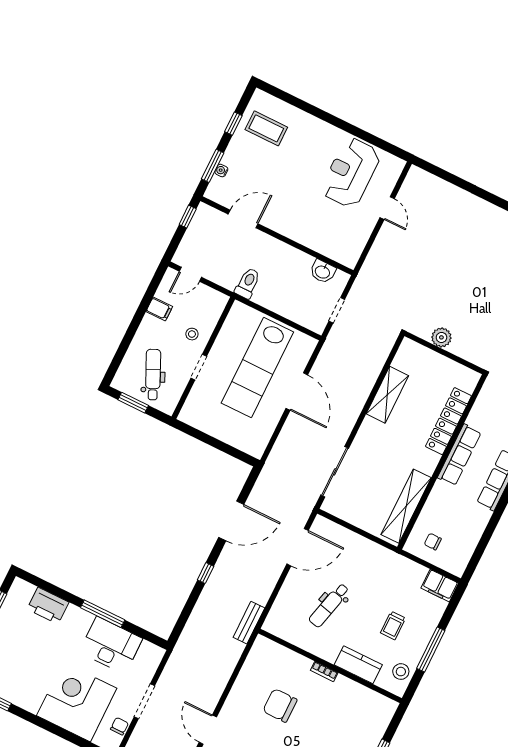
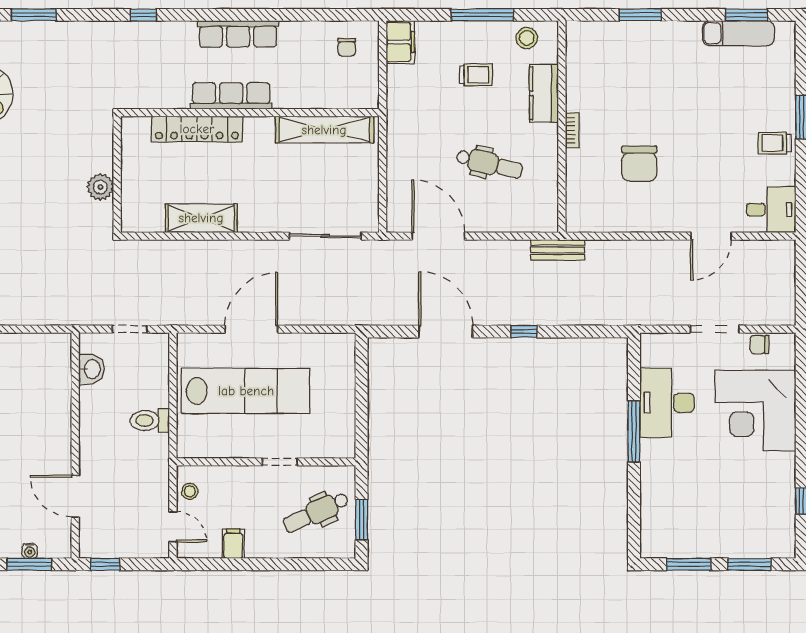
toilet: (248, 283) -> (150, 421), moved
stool: (192, 334) -> (190, 491), moved
chair: (433, 542) -> (347, 47), moved
printer: (48, 606) -> (657, 502), removed

